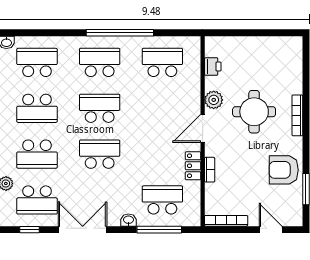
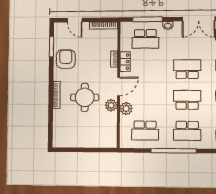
printer: (213, 67) -> (112, 128), removed
plant: (191, 95) -> (126, 109), added
school desk: (100, 108) -> (187, 100), turned 180
school desk: (100, 154) -> (187, 69), turned 180
armchair: (284, 170) -> (66, 59), turned -90

